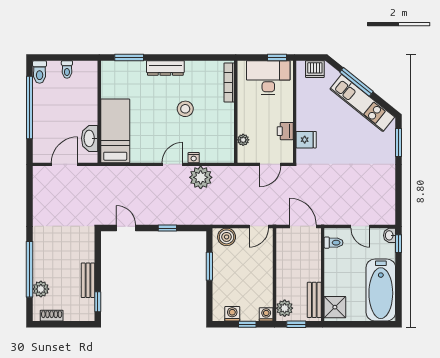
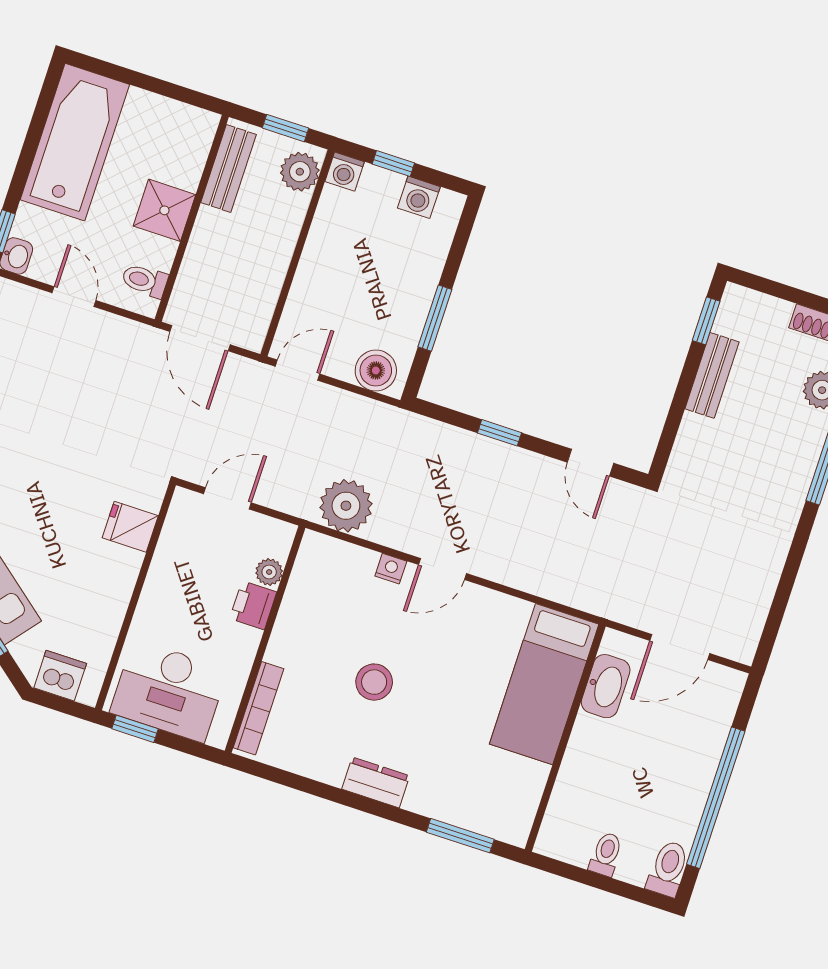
dresser: (165, 68) -> (376, 782), width x0.70
printer: (285, 131) -> (253, 605), moved, turned 180
plant: (201, 177) -> (346, 506), moved
shower: (335, 307) -> (164, 210), moved

